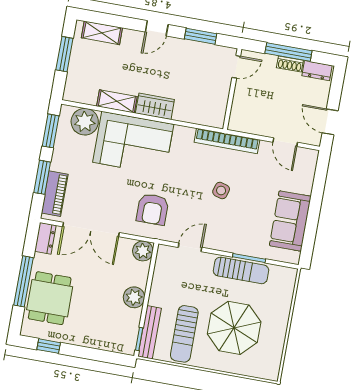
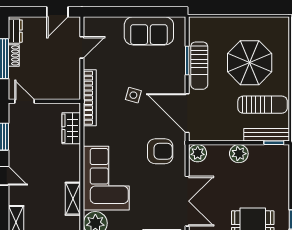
wardrobe: (155, 106) -> (71, 128), moved
door: (190, 247) -> (187, 113), width x1.88
sun lounger: (241, 270) -> (199, 66), turned 180

